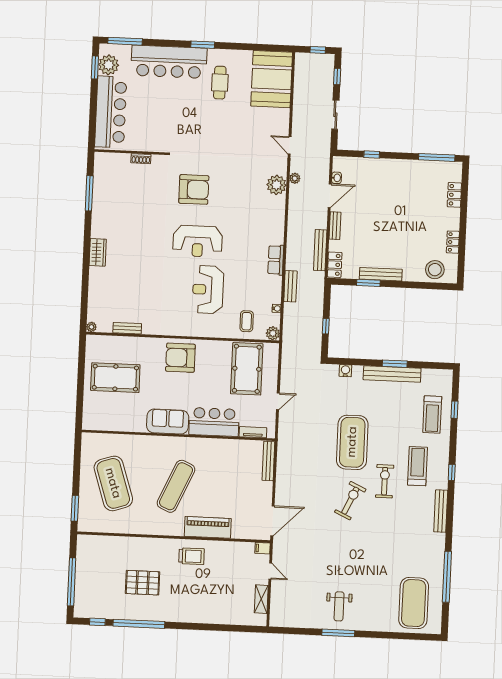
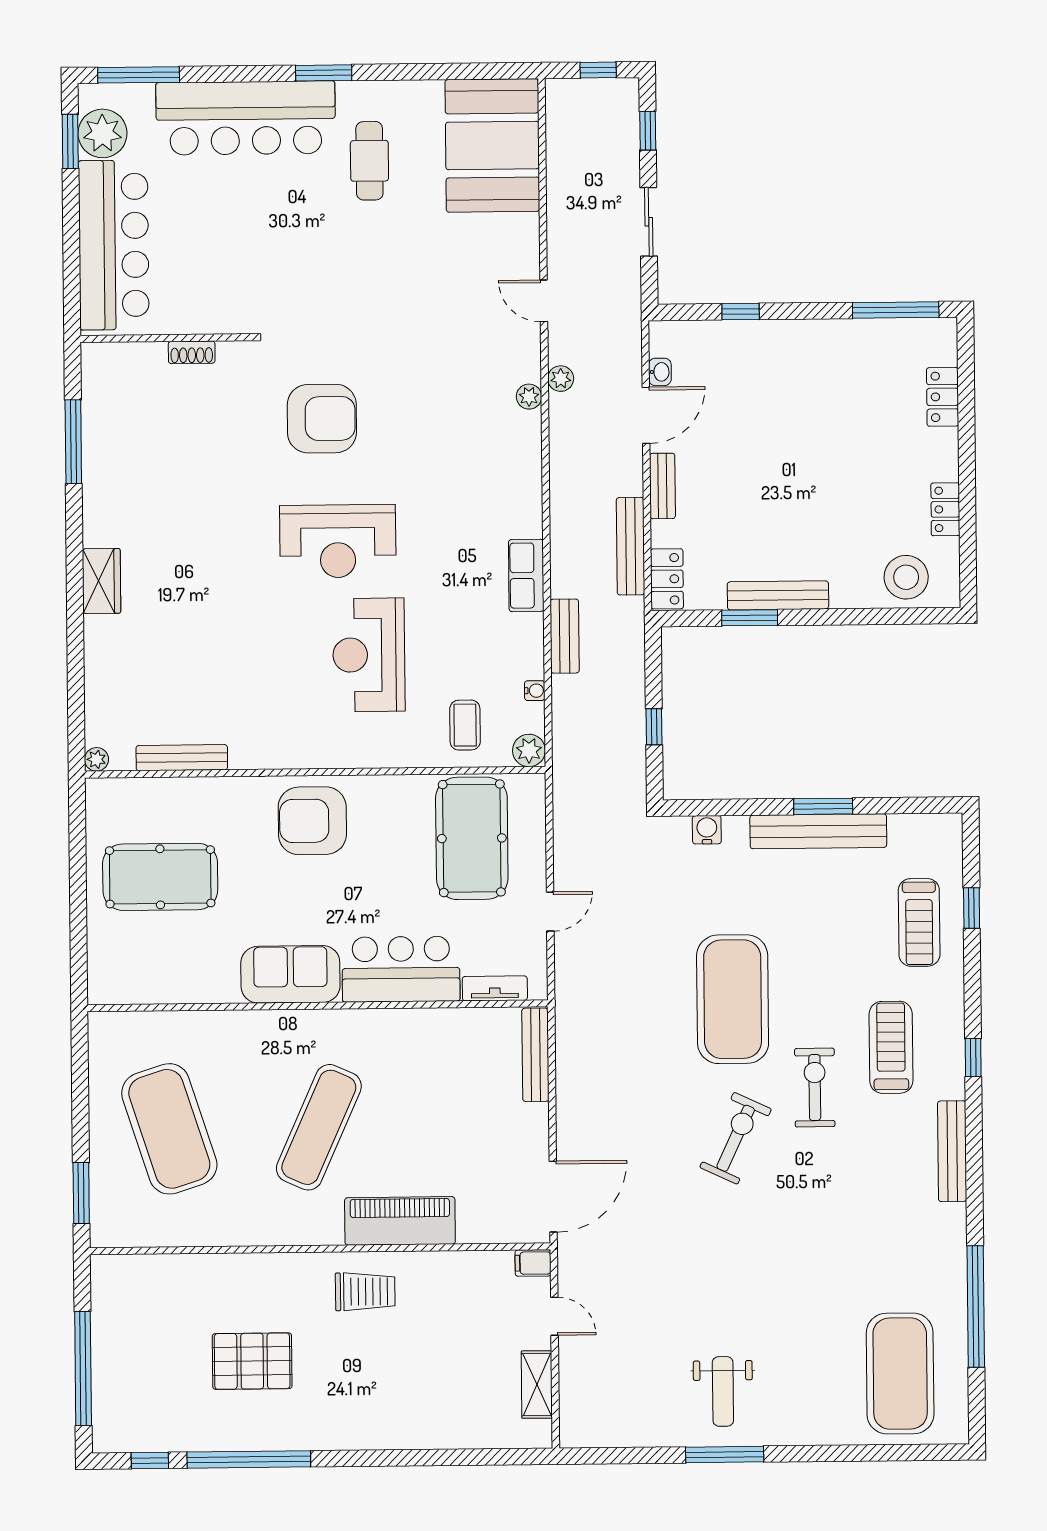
plant: (276, 185) -> (529, 397), width x0.53, depth x0.53
bench: (127, 328) -> (182, 758), width x1.36

